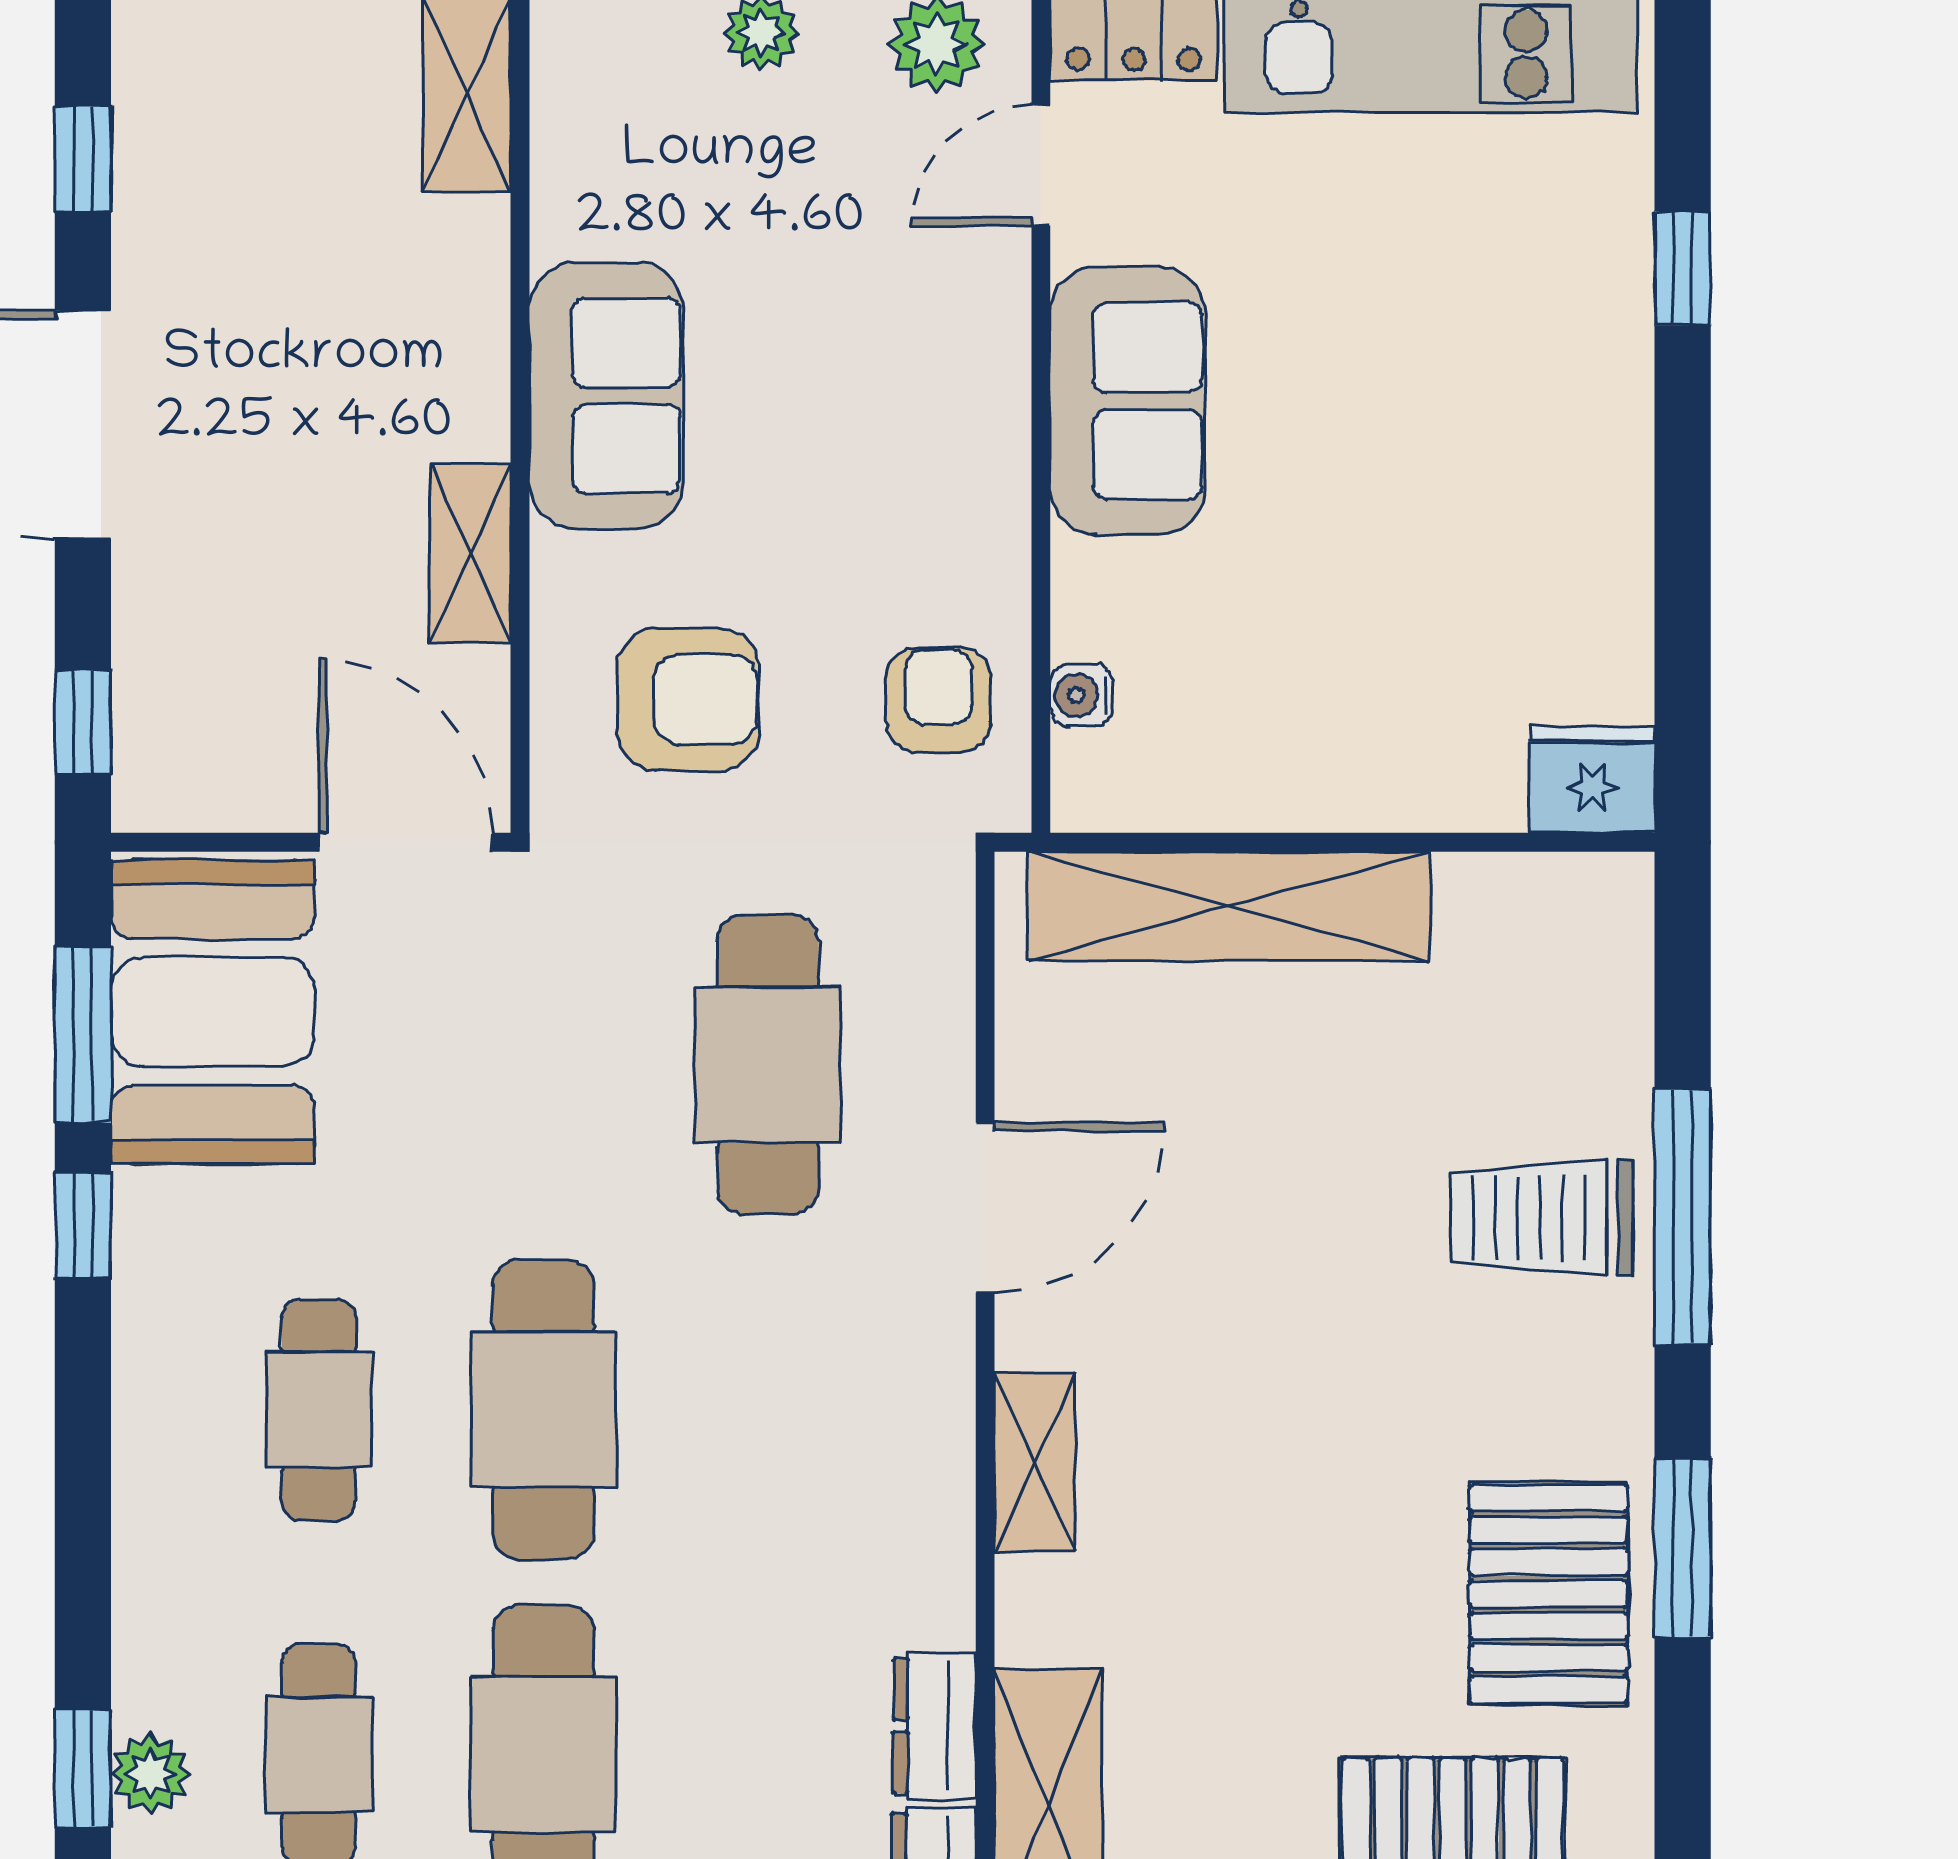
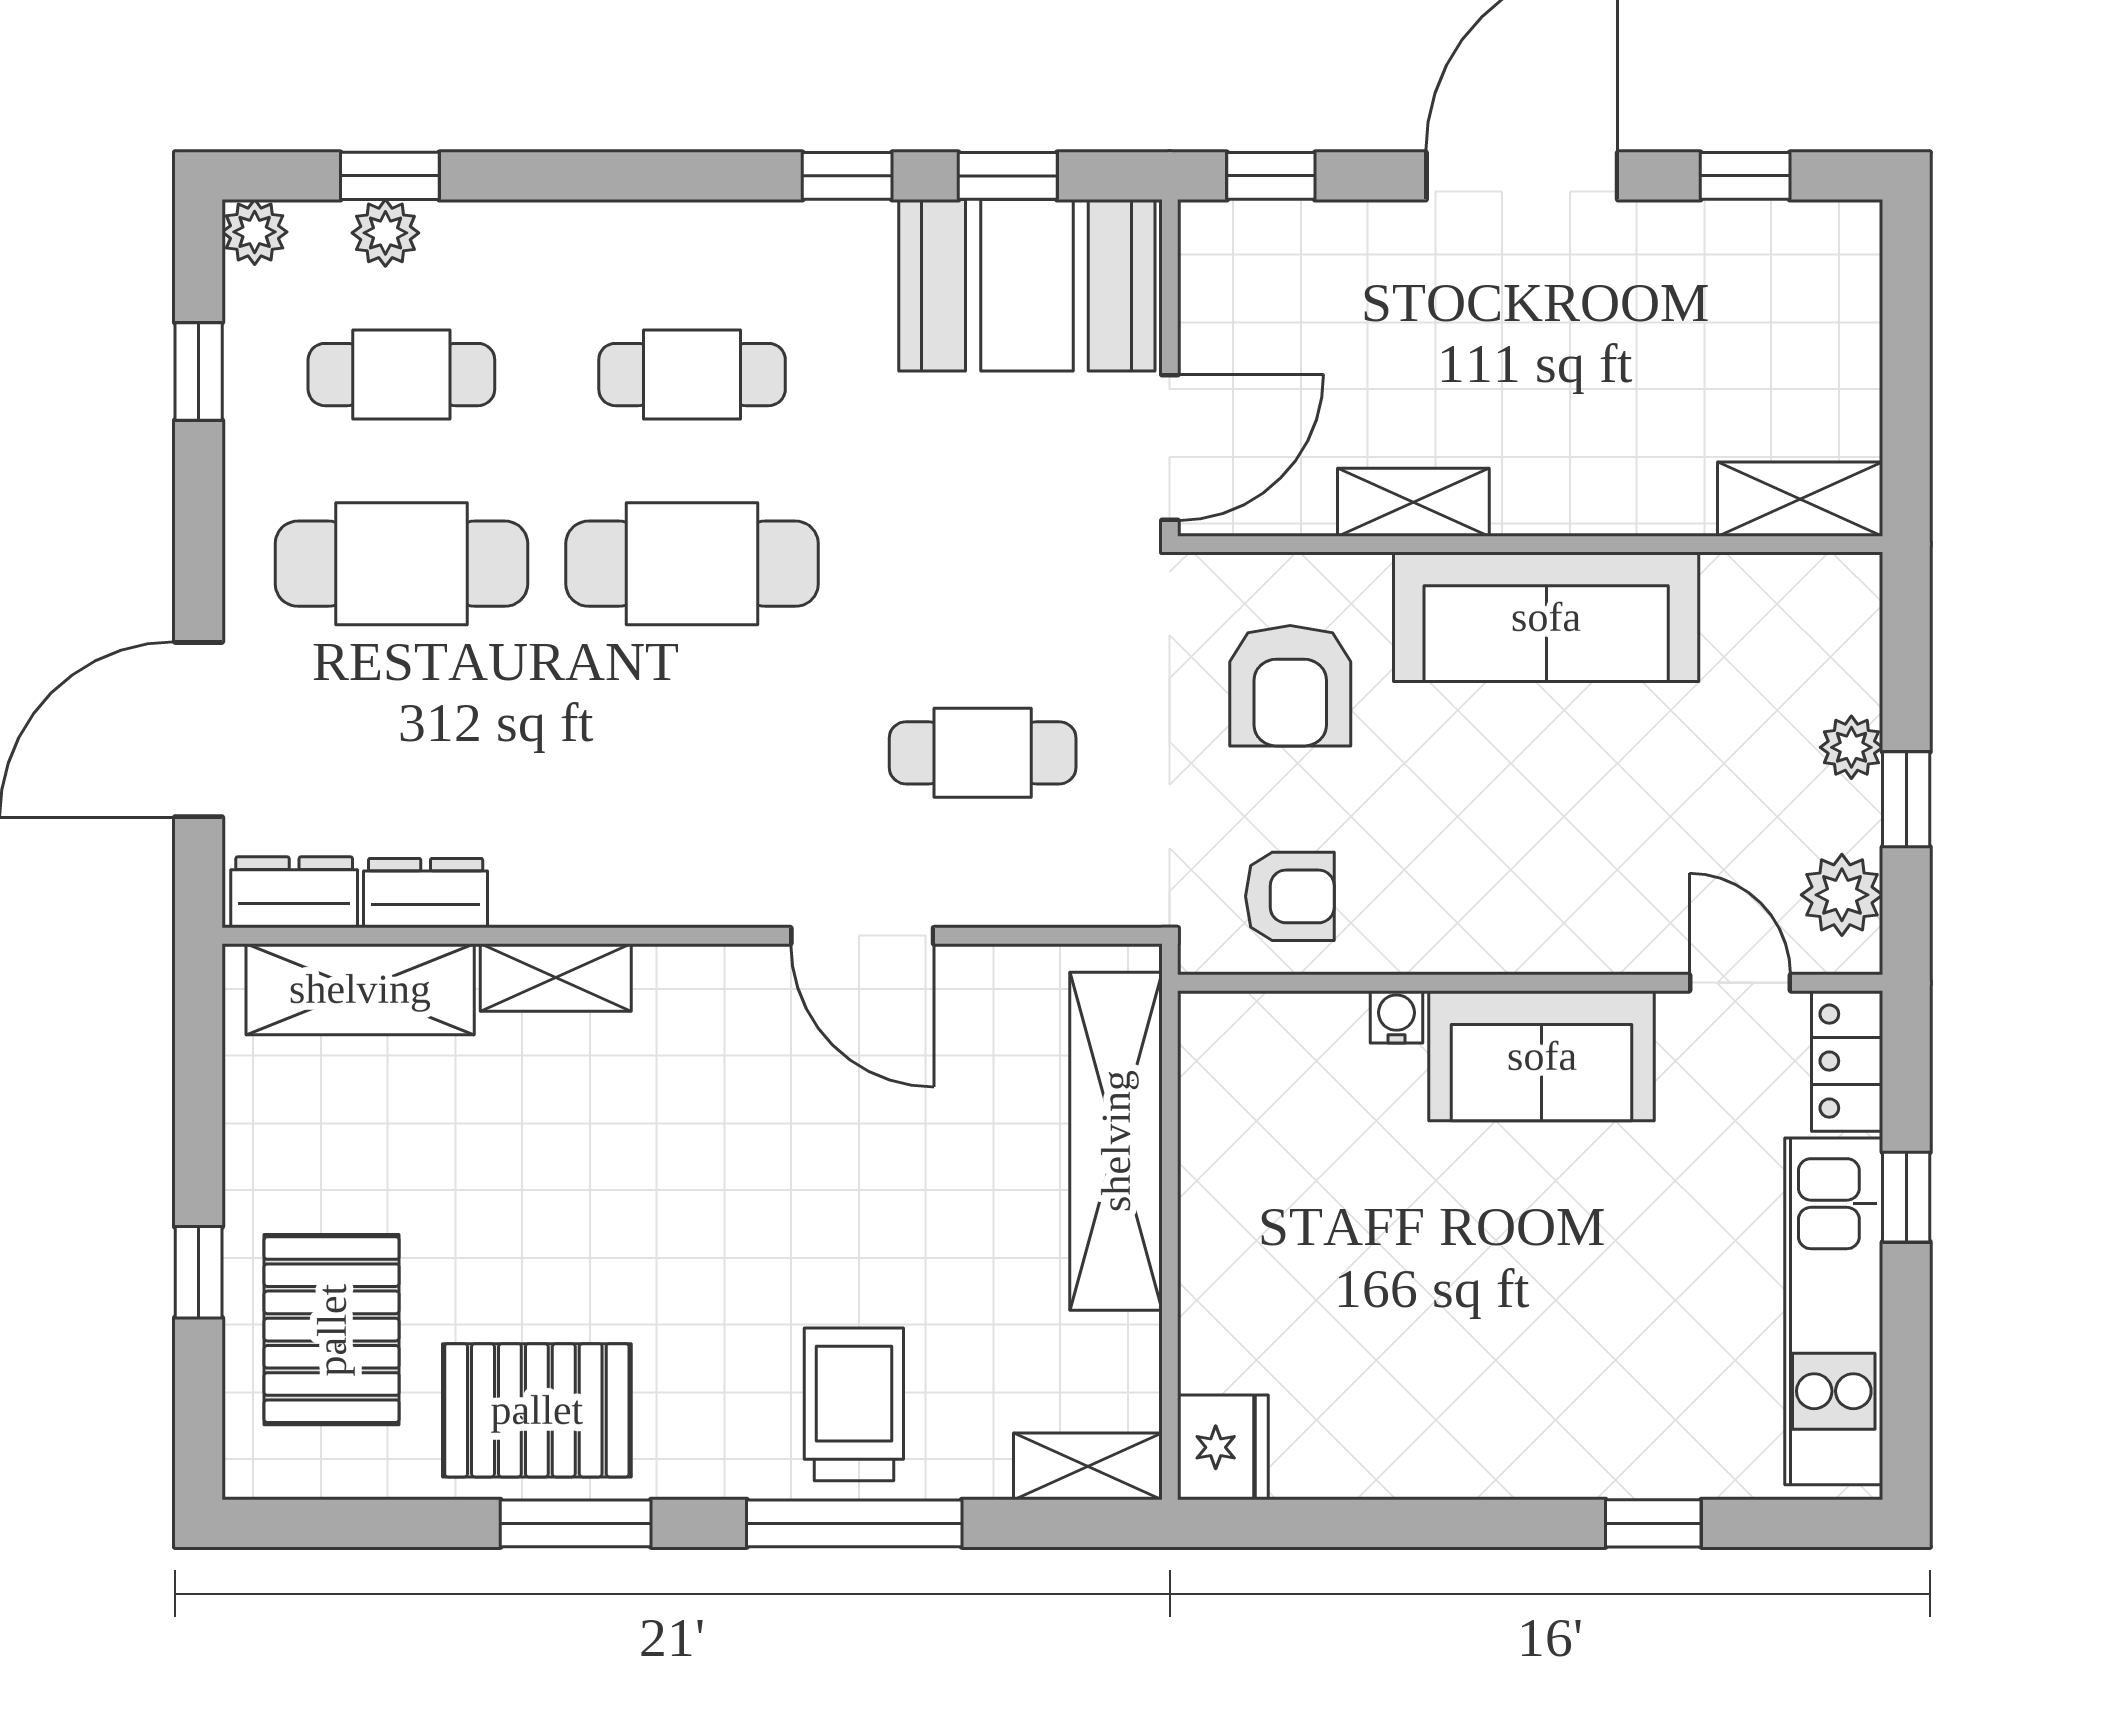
sofa: (606, 396) -> (1546, 617), width x1.36
water cooler: (1081, 695) -> (1396, 1017), moved
shelving: (1615, 940) -> (1088, 1466), added
window: (83, 1035) -> (1008, 176), width x0.67
cafe table: (768, 1065) -> (983, 753), width x0.73, depth x0.74
shelving: (1035, 1462) -> (556, 978), moved

